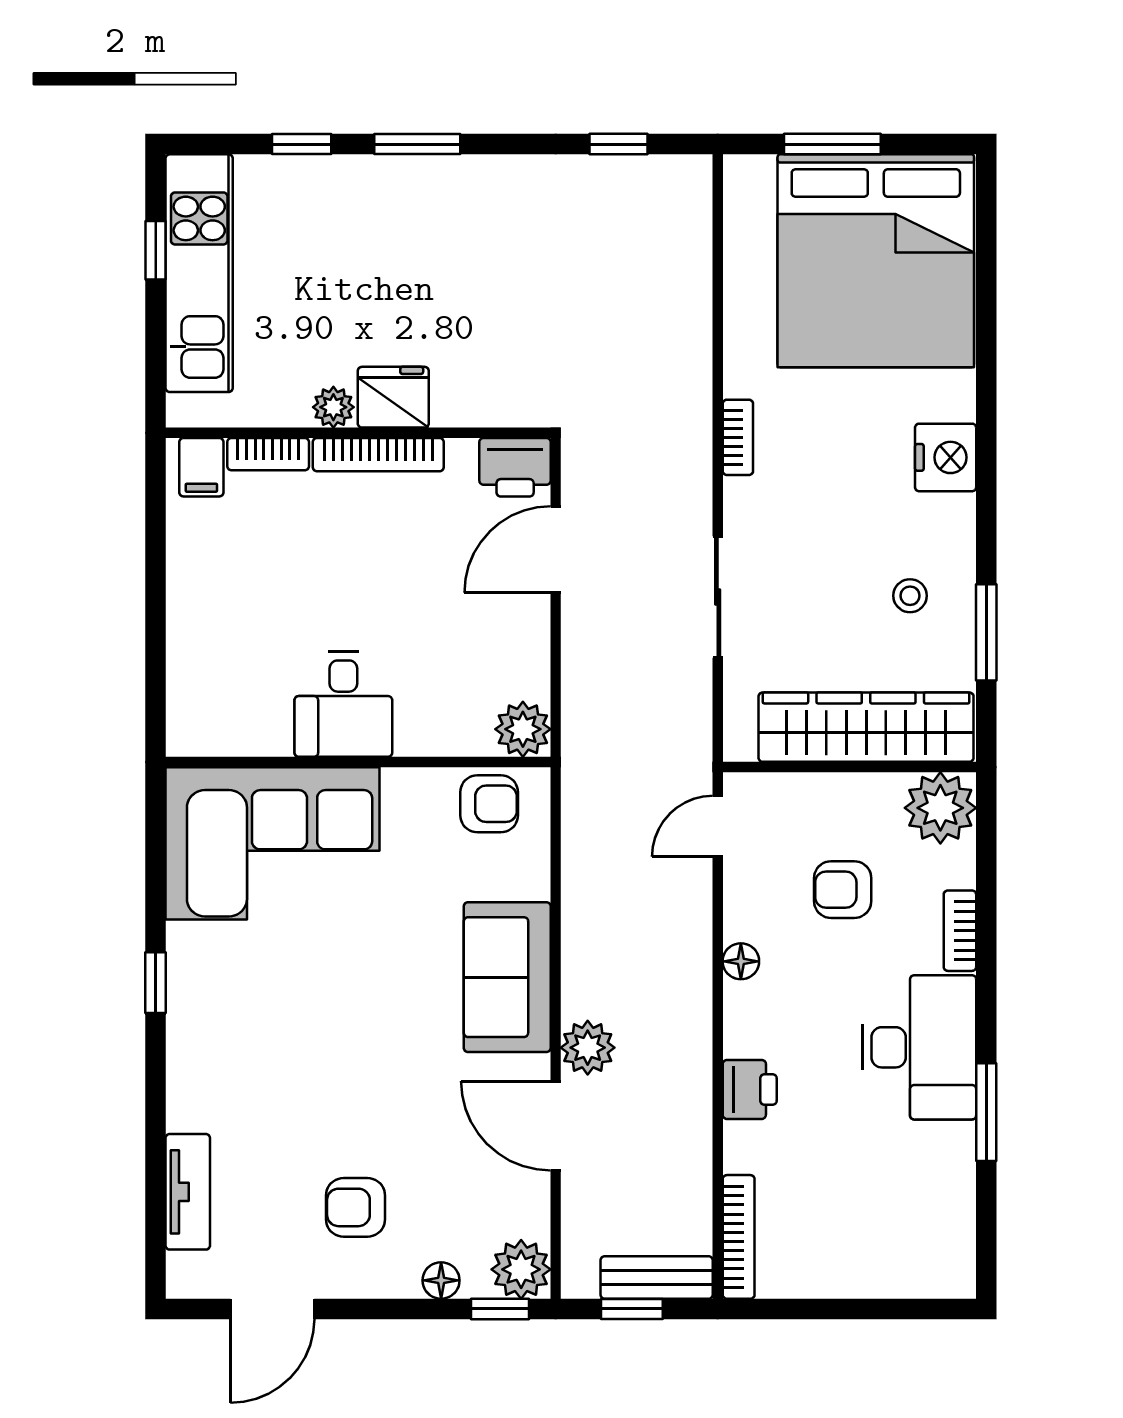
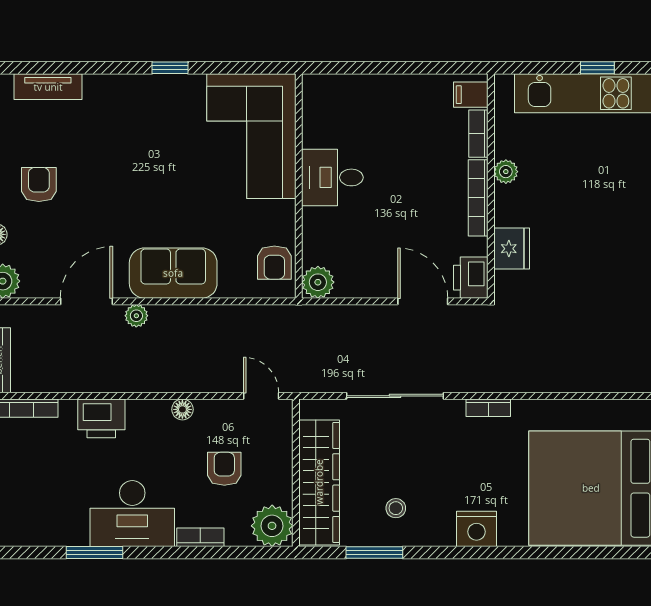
fridge: (393, 397) -> (512, 249), moved
sliding door: (718, 597) -> (395, 396), width x1.37
plant: (588, 1048) -> (136, 316), width x0.73, depth x0.73
printer: (750, 1089) -> (101, 418), width x1.36, depth x1.24

